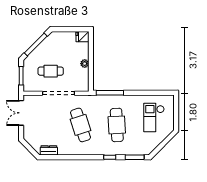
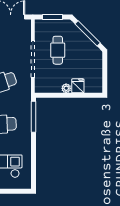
fridge: (82, 37) -> (78, 86), moved

